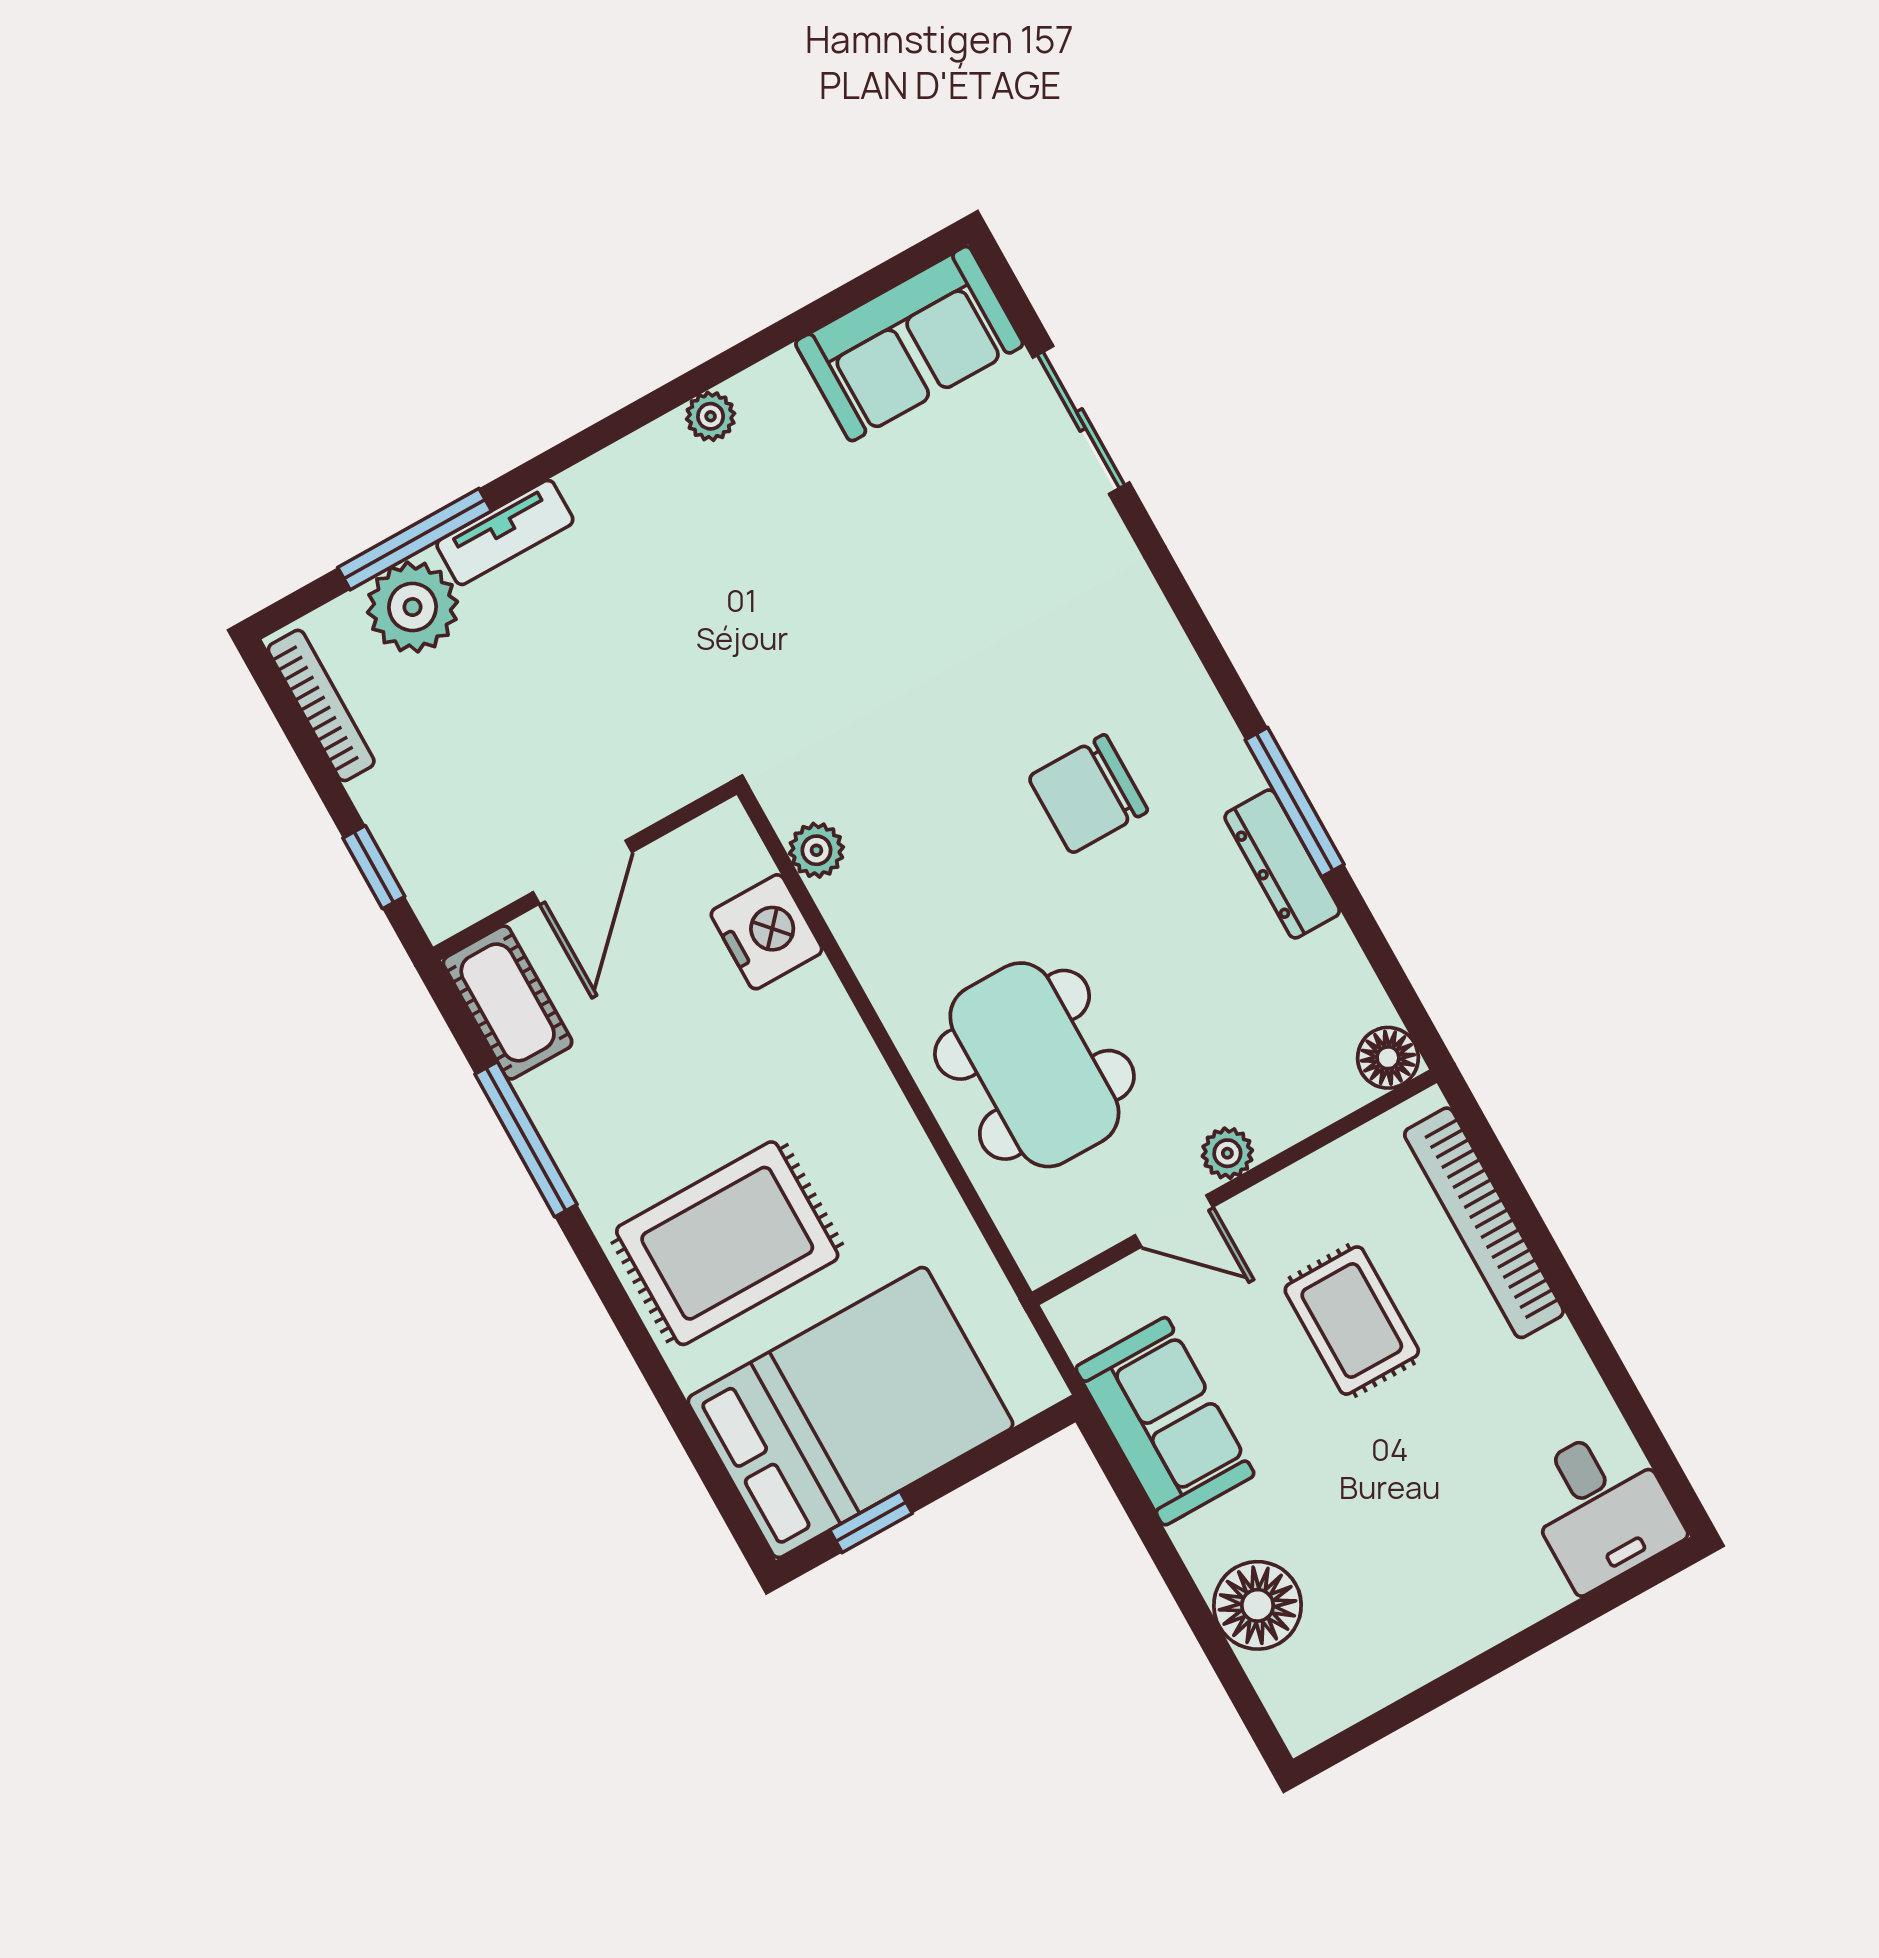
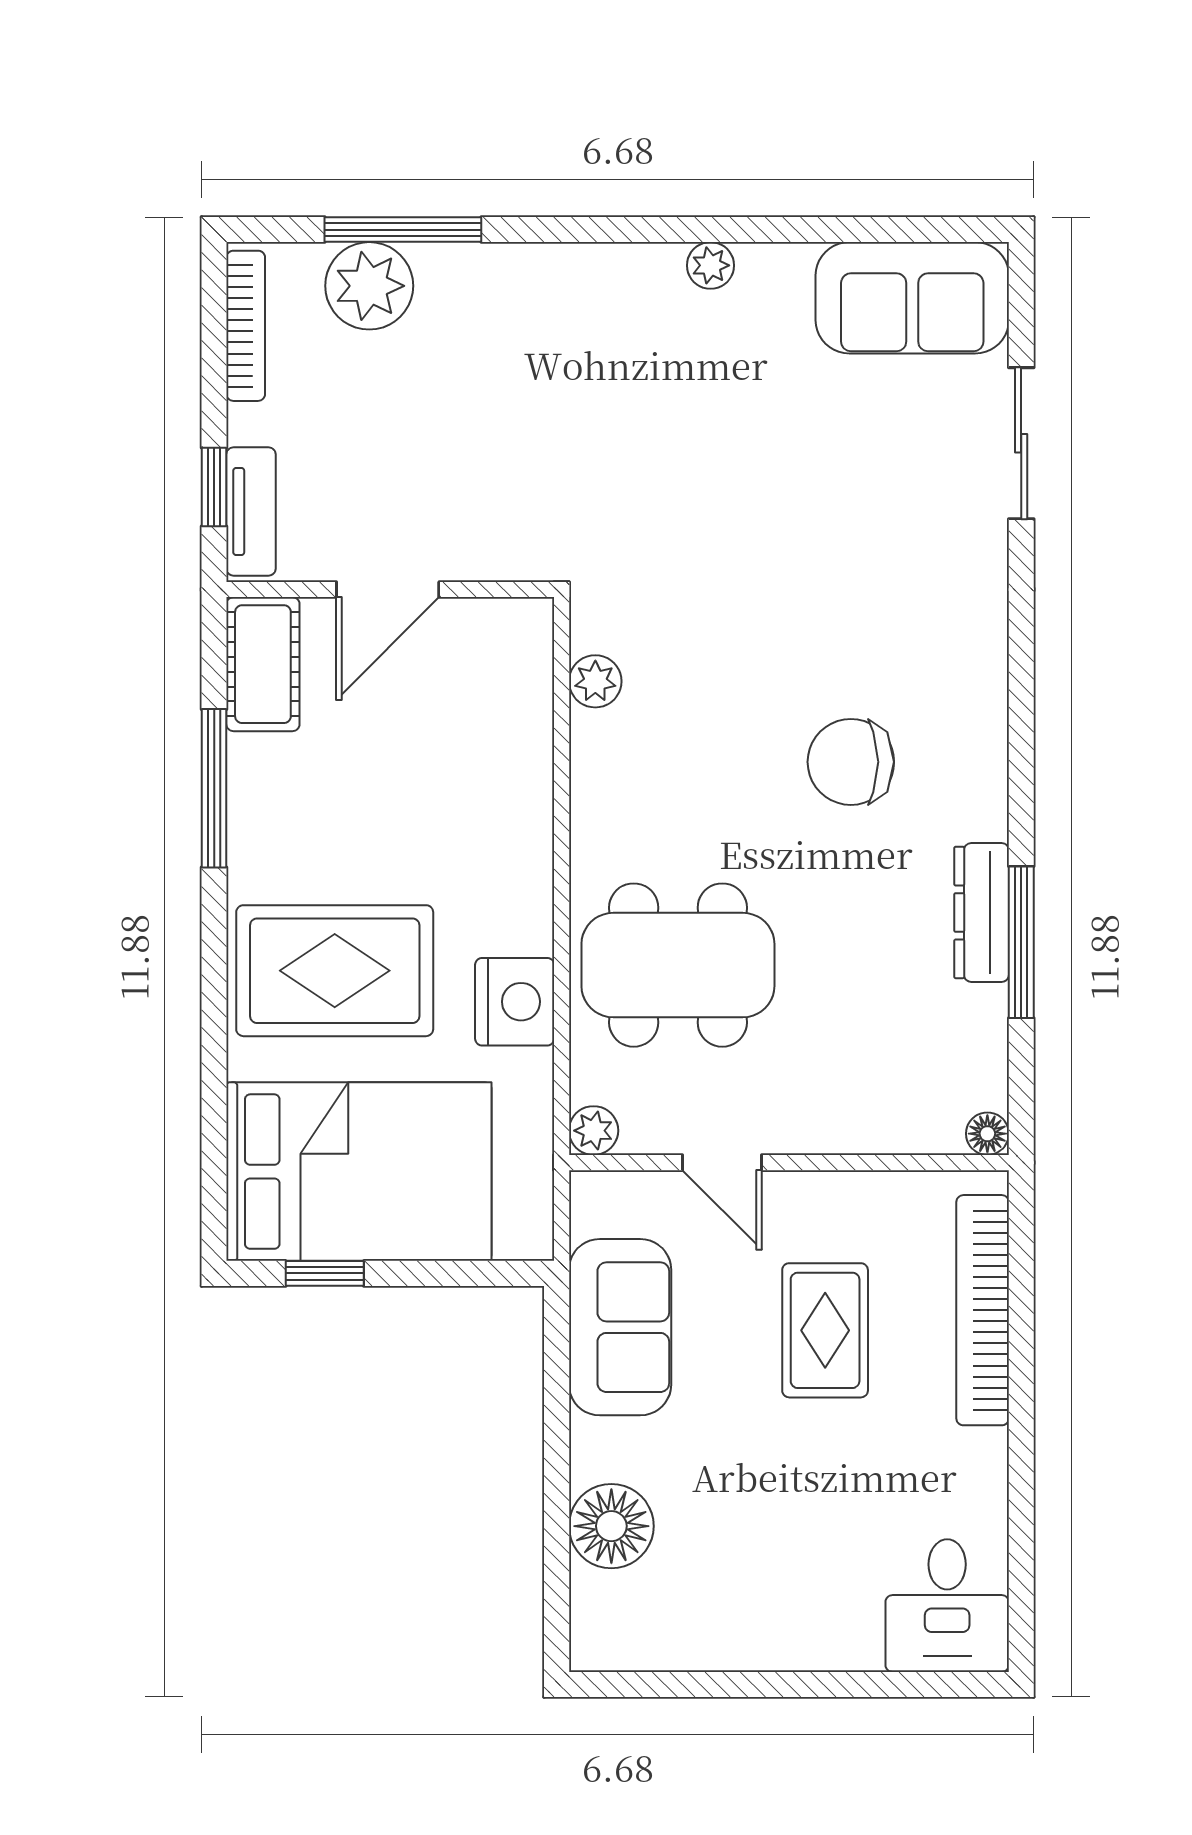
tv unit: (505, 532) -> (251, 511), moved, turned -90
window: (1295, 802) -> (1021, 942), moved
nightstand: (766, 932) -> (515, 1002), moved
floor lamp: (1388, 1058) -> (987, 1134), width x0.73, depth x0.73
dining table: (1034, 1065) -> (678, 965), turned 90
plant: (1227, 1153) -> (594, 1131), moved

